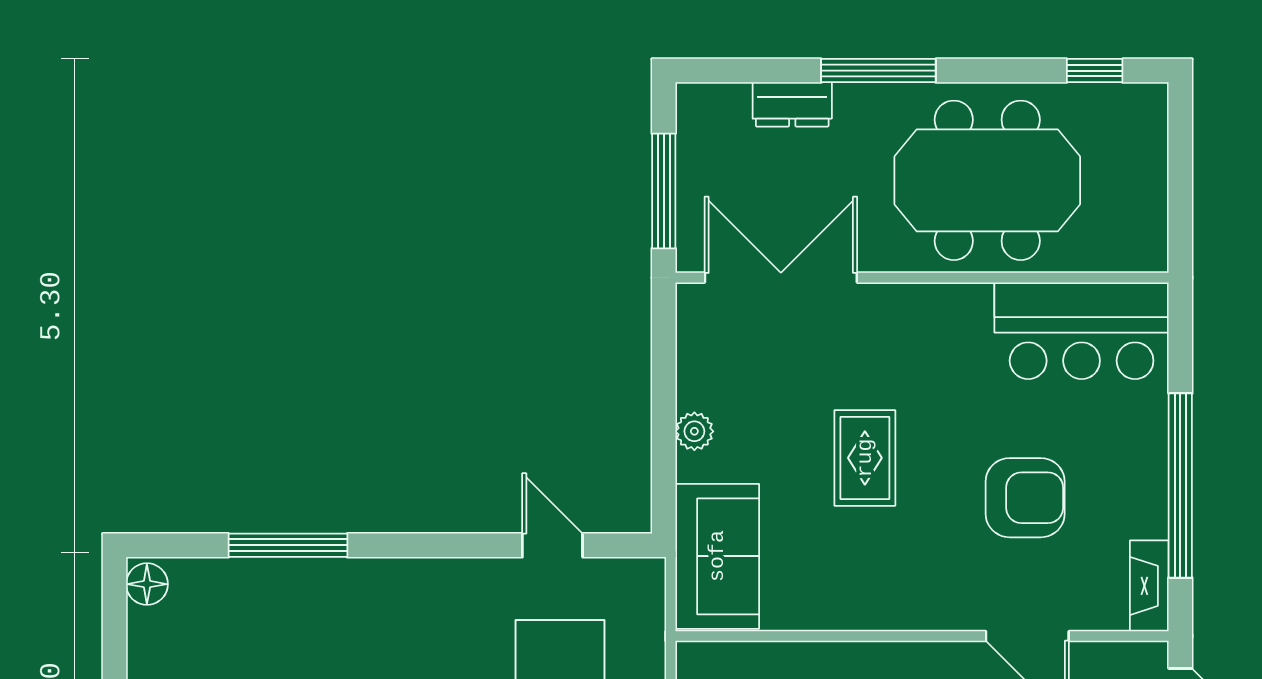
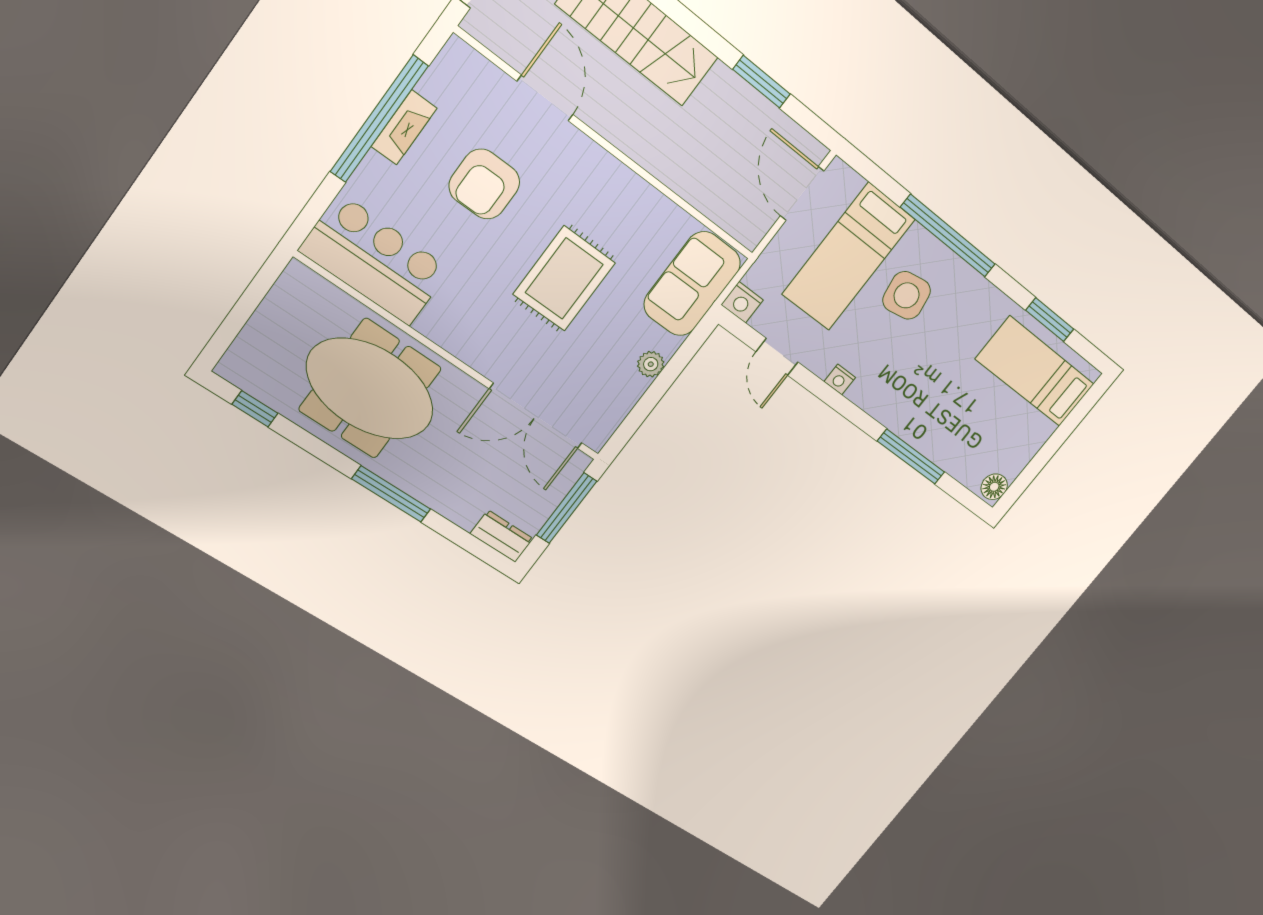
dresser: (792, 104) -> (502, 536), moved
rug: (865, 458) -> (564, 279), width x1.36, depth x1.43
armchair: (1025, 498) -> (484, 184), turned -90
nightstand: (455, 573) -> (840, 379), added
nightstand: (643, 578) -> (742, 302), added
fireplace: (1149, 586) -> (404, 127), moved

